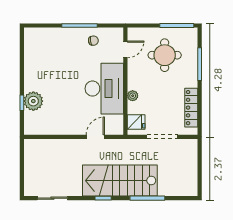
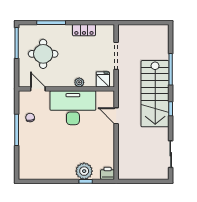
locker: (191, 108) -> (84, 30), width x0.66
printer: (31, 127) -> (108, 173), added

